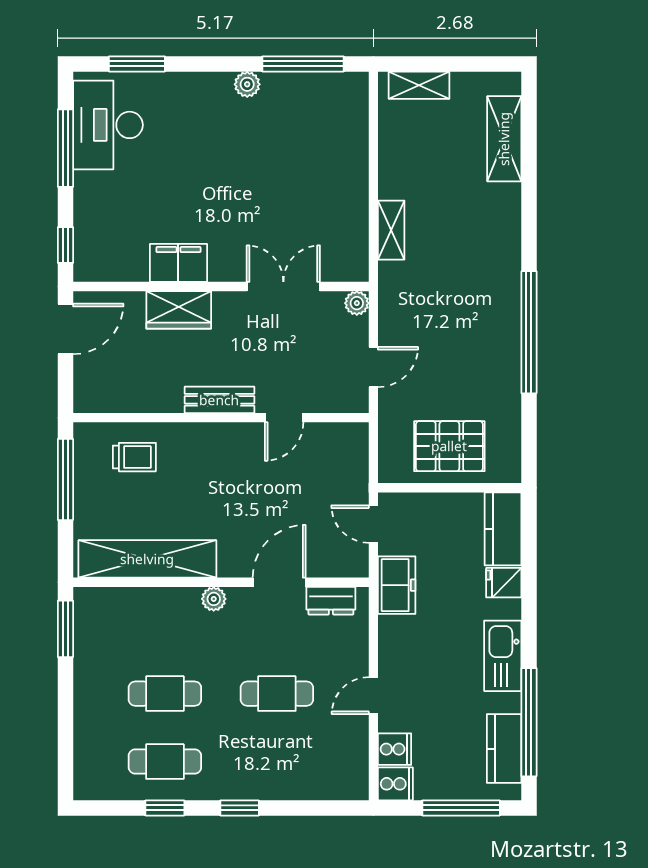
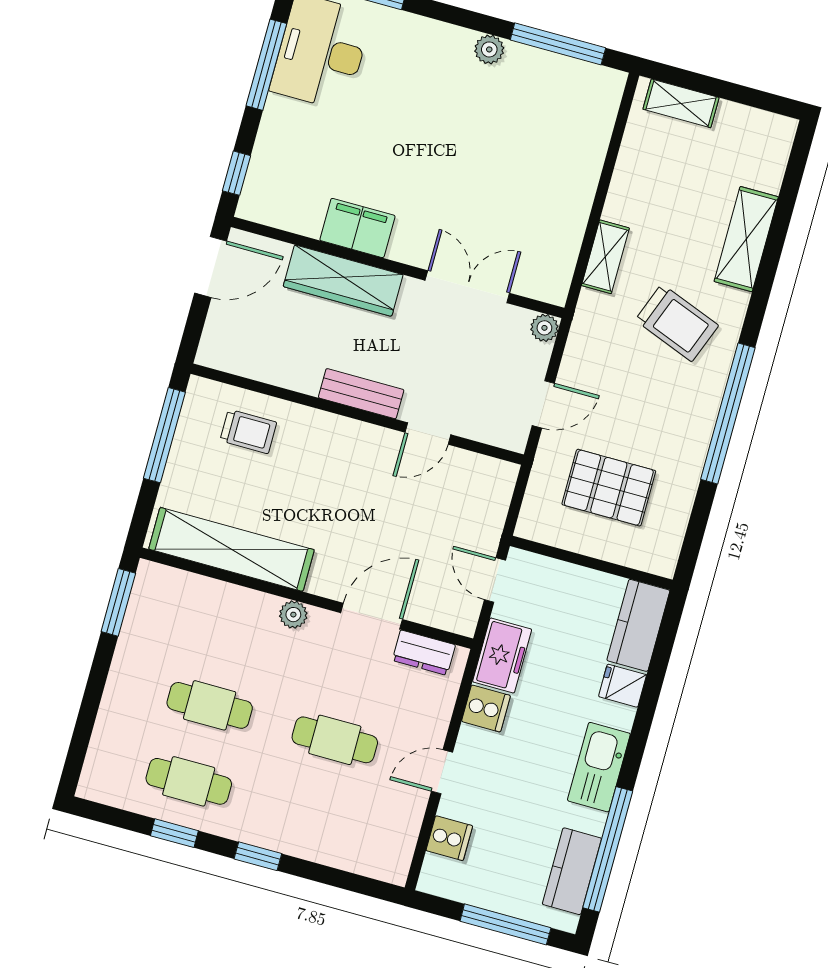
shelving: (504, 139) -> (746, 239), moved
trolley: (466, 269) -> (677, 323), added
wardrobe: (179, 310) -> (343, 281), width x1.50
pallet: (449, 446) -> (609, 488), moved
cooker: (395, 784) -> (486, 708), moved

